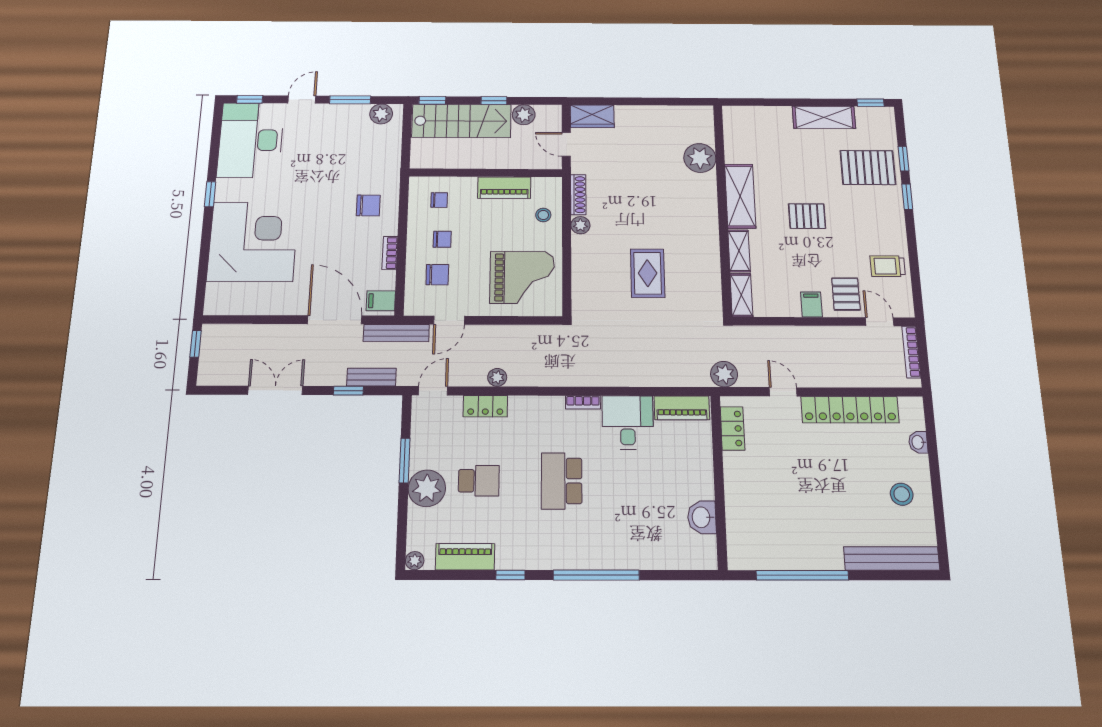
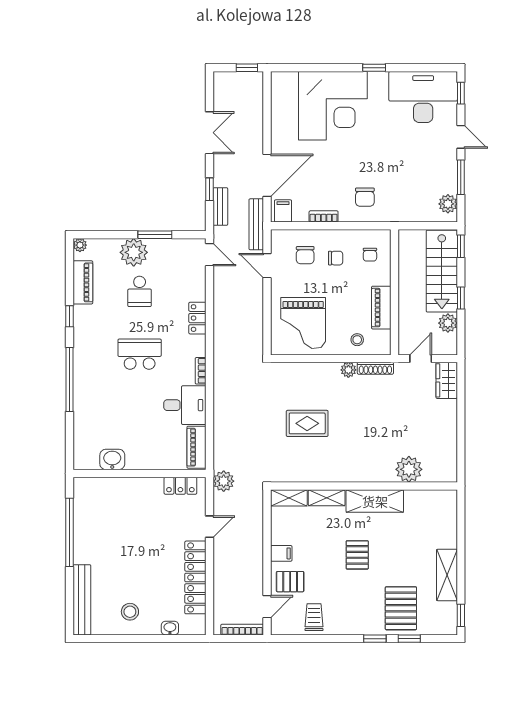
chair: (442, 239) -> (336, 258), turned -90
plant: (497, 377) -> (220, 304), removed
locker: (485, 406) -> (197, 318), moved

